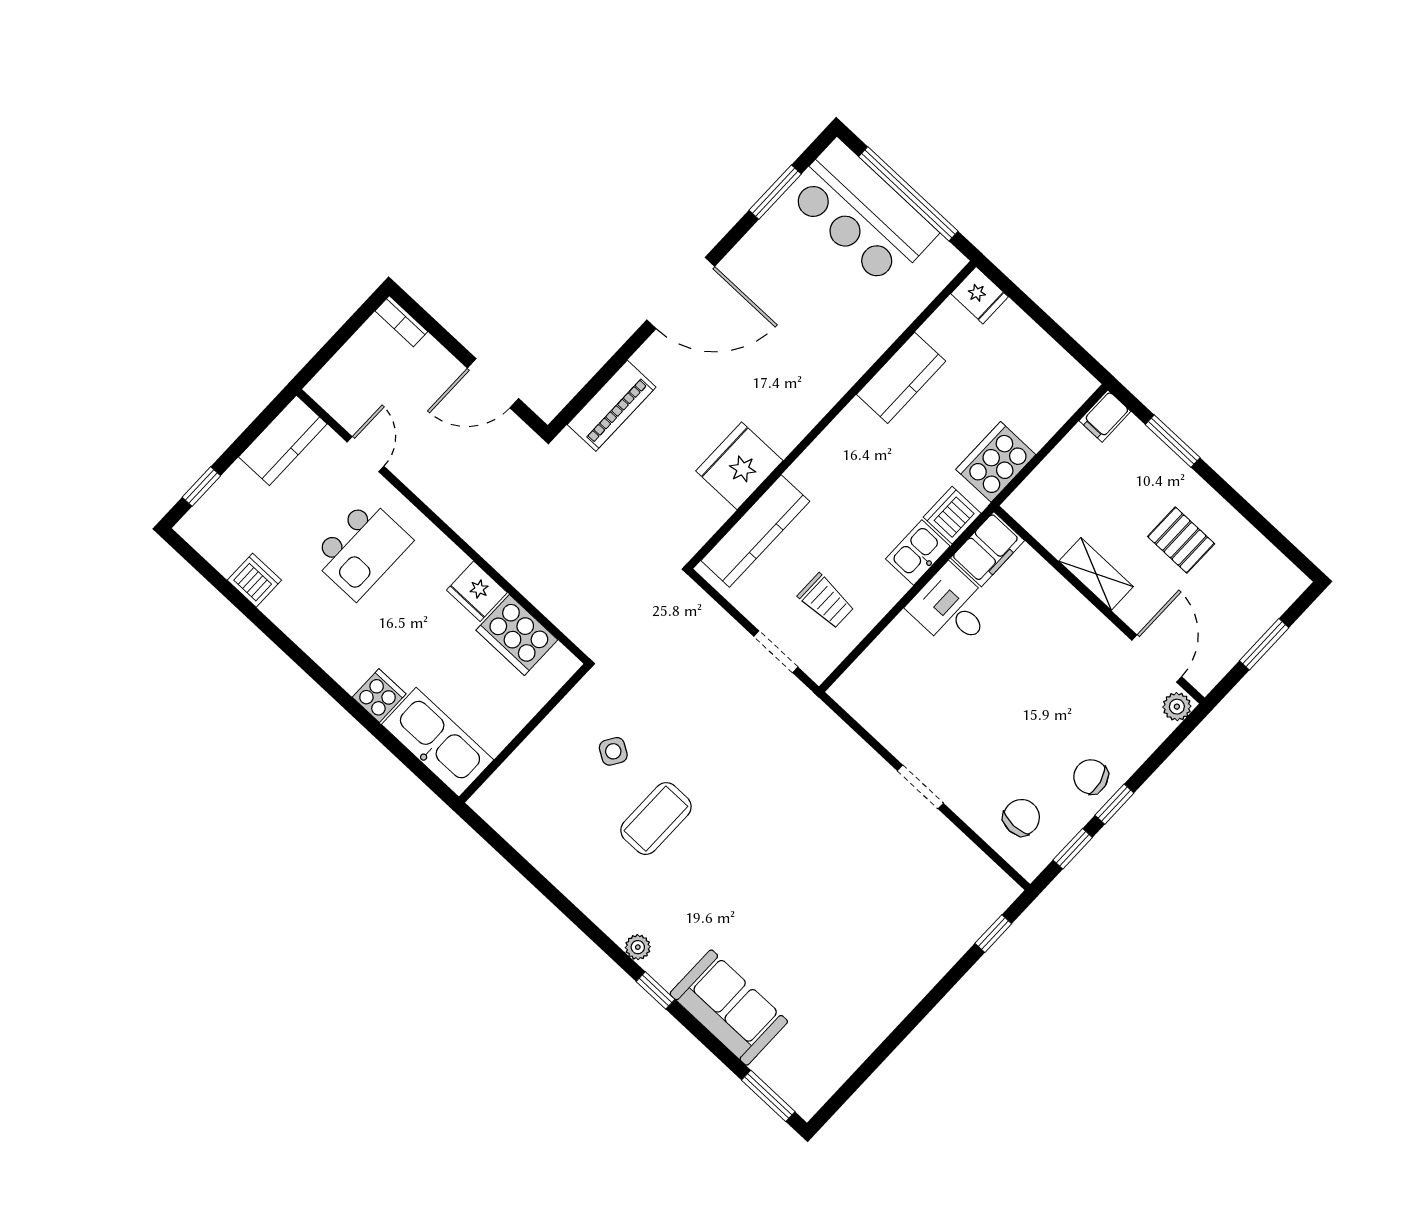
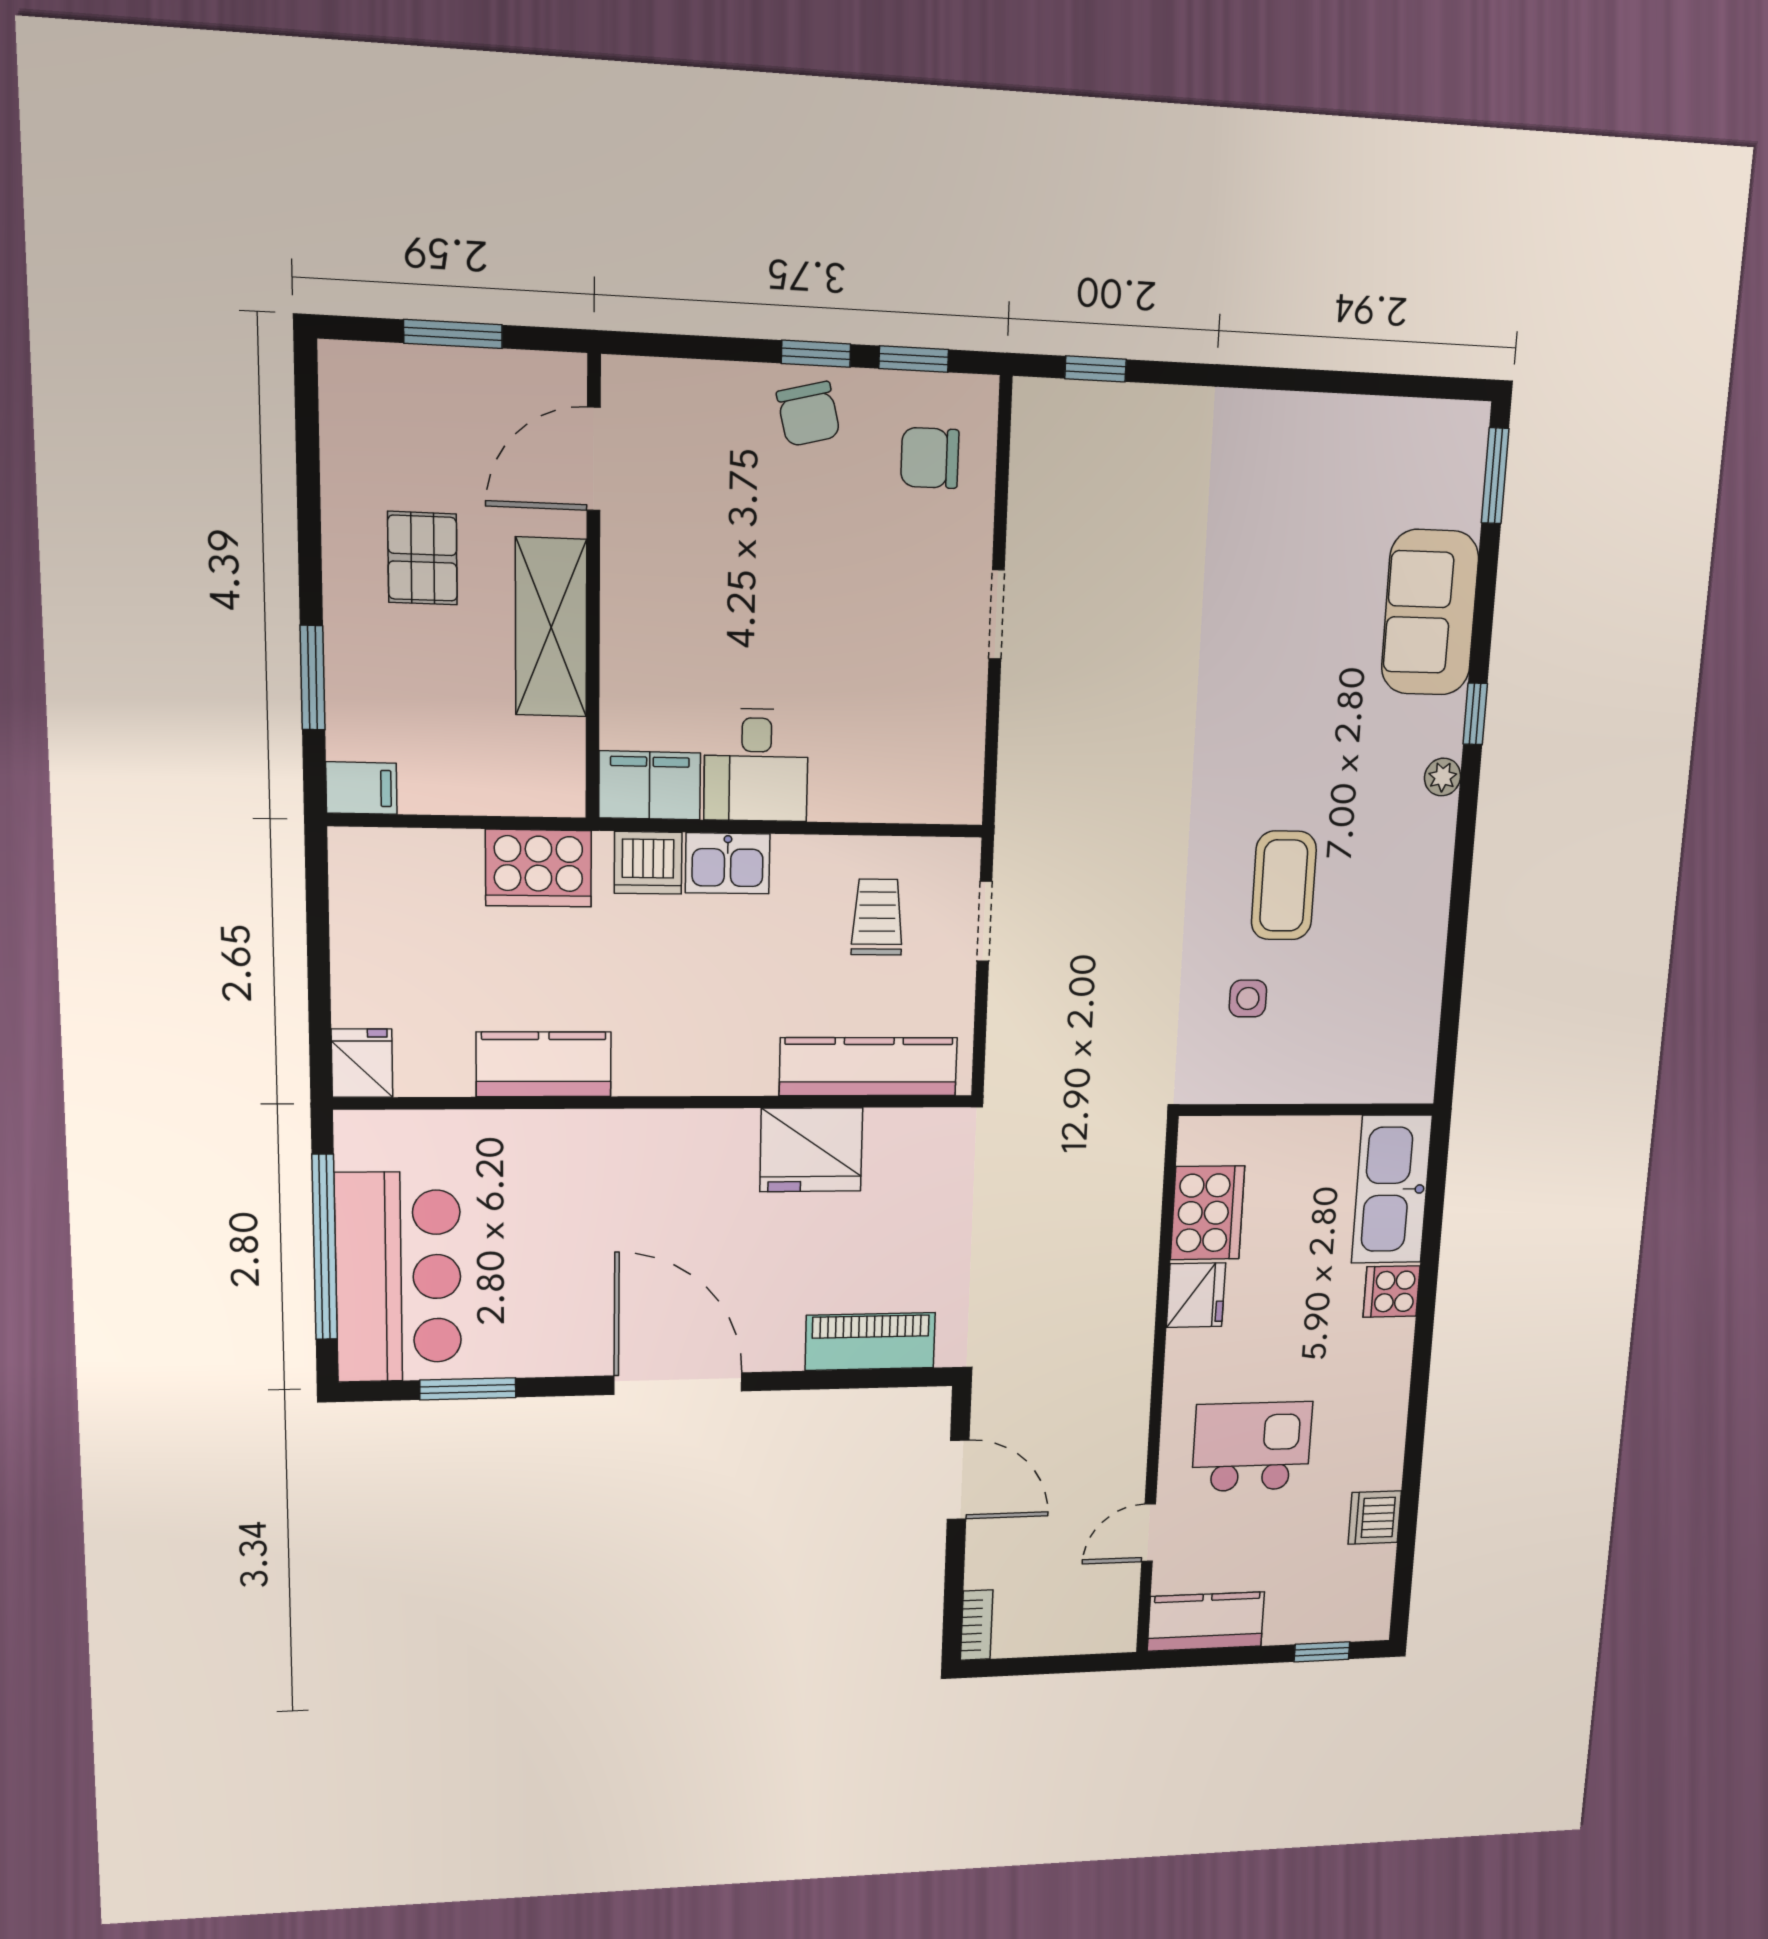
shelving: (1096, 574) -> (551, 627), width x1.50, depth x1.33
plant: (1177, 707) -> (629, 380), removed
side table: (613, 751) -> (1248, 999), turned -32
coffee table: (656, 819) -> (1284, 885), turned 90

